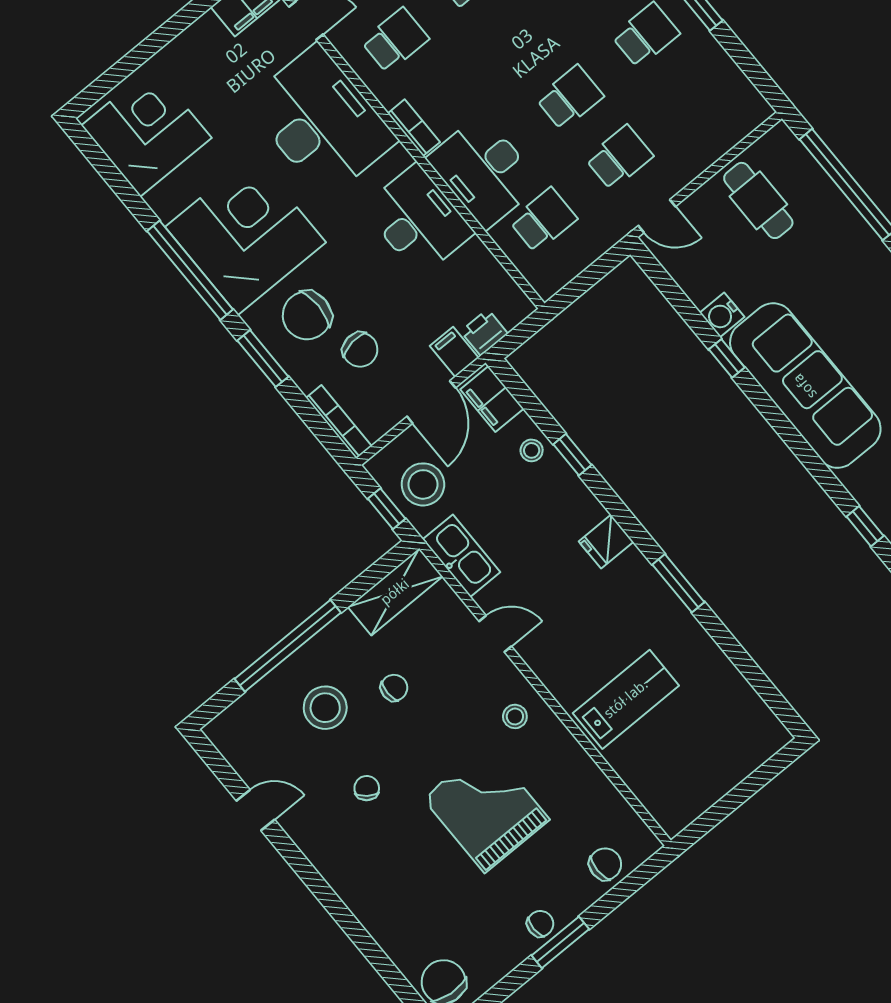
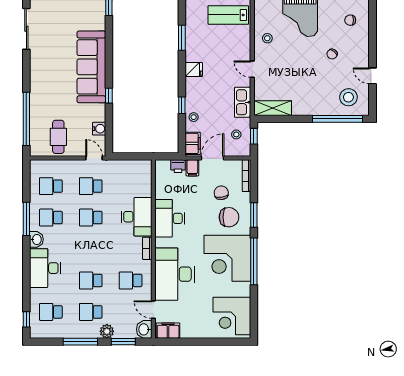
school desk: (543, 220) -> (51, 186), moved
water cooler: (722, 315) -> (99, 129), moved
stool: (423, 484) -> (236, 134), width x0.53, depth x0.53
window: (288, 646) -> (337, 119), moved
chair: (394, 688) -> (350, 20), moved
stool: (325, 708) -> (348, 97), moved

